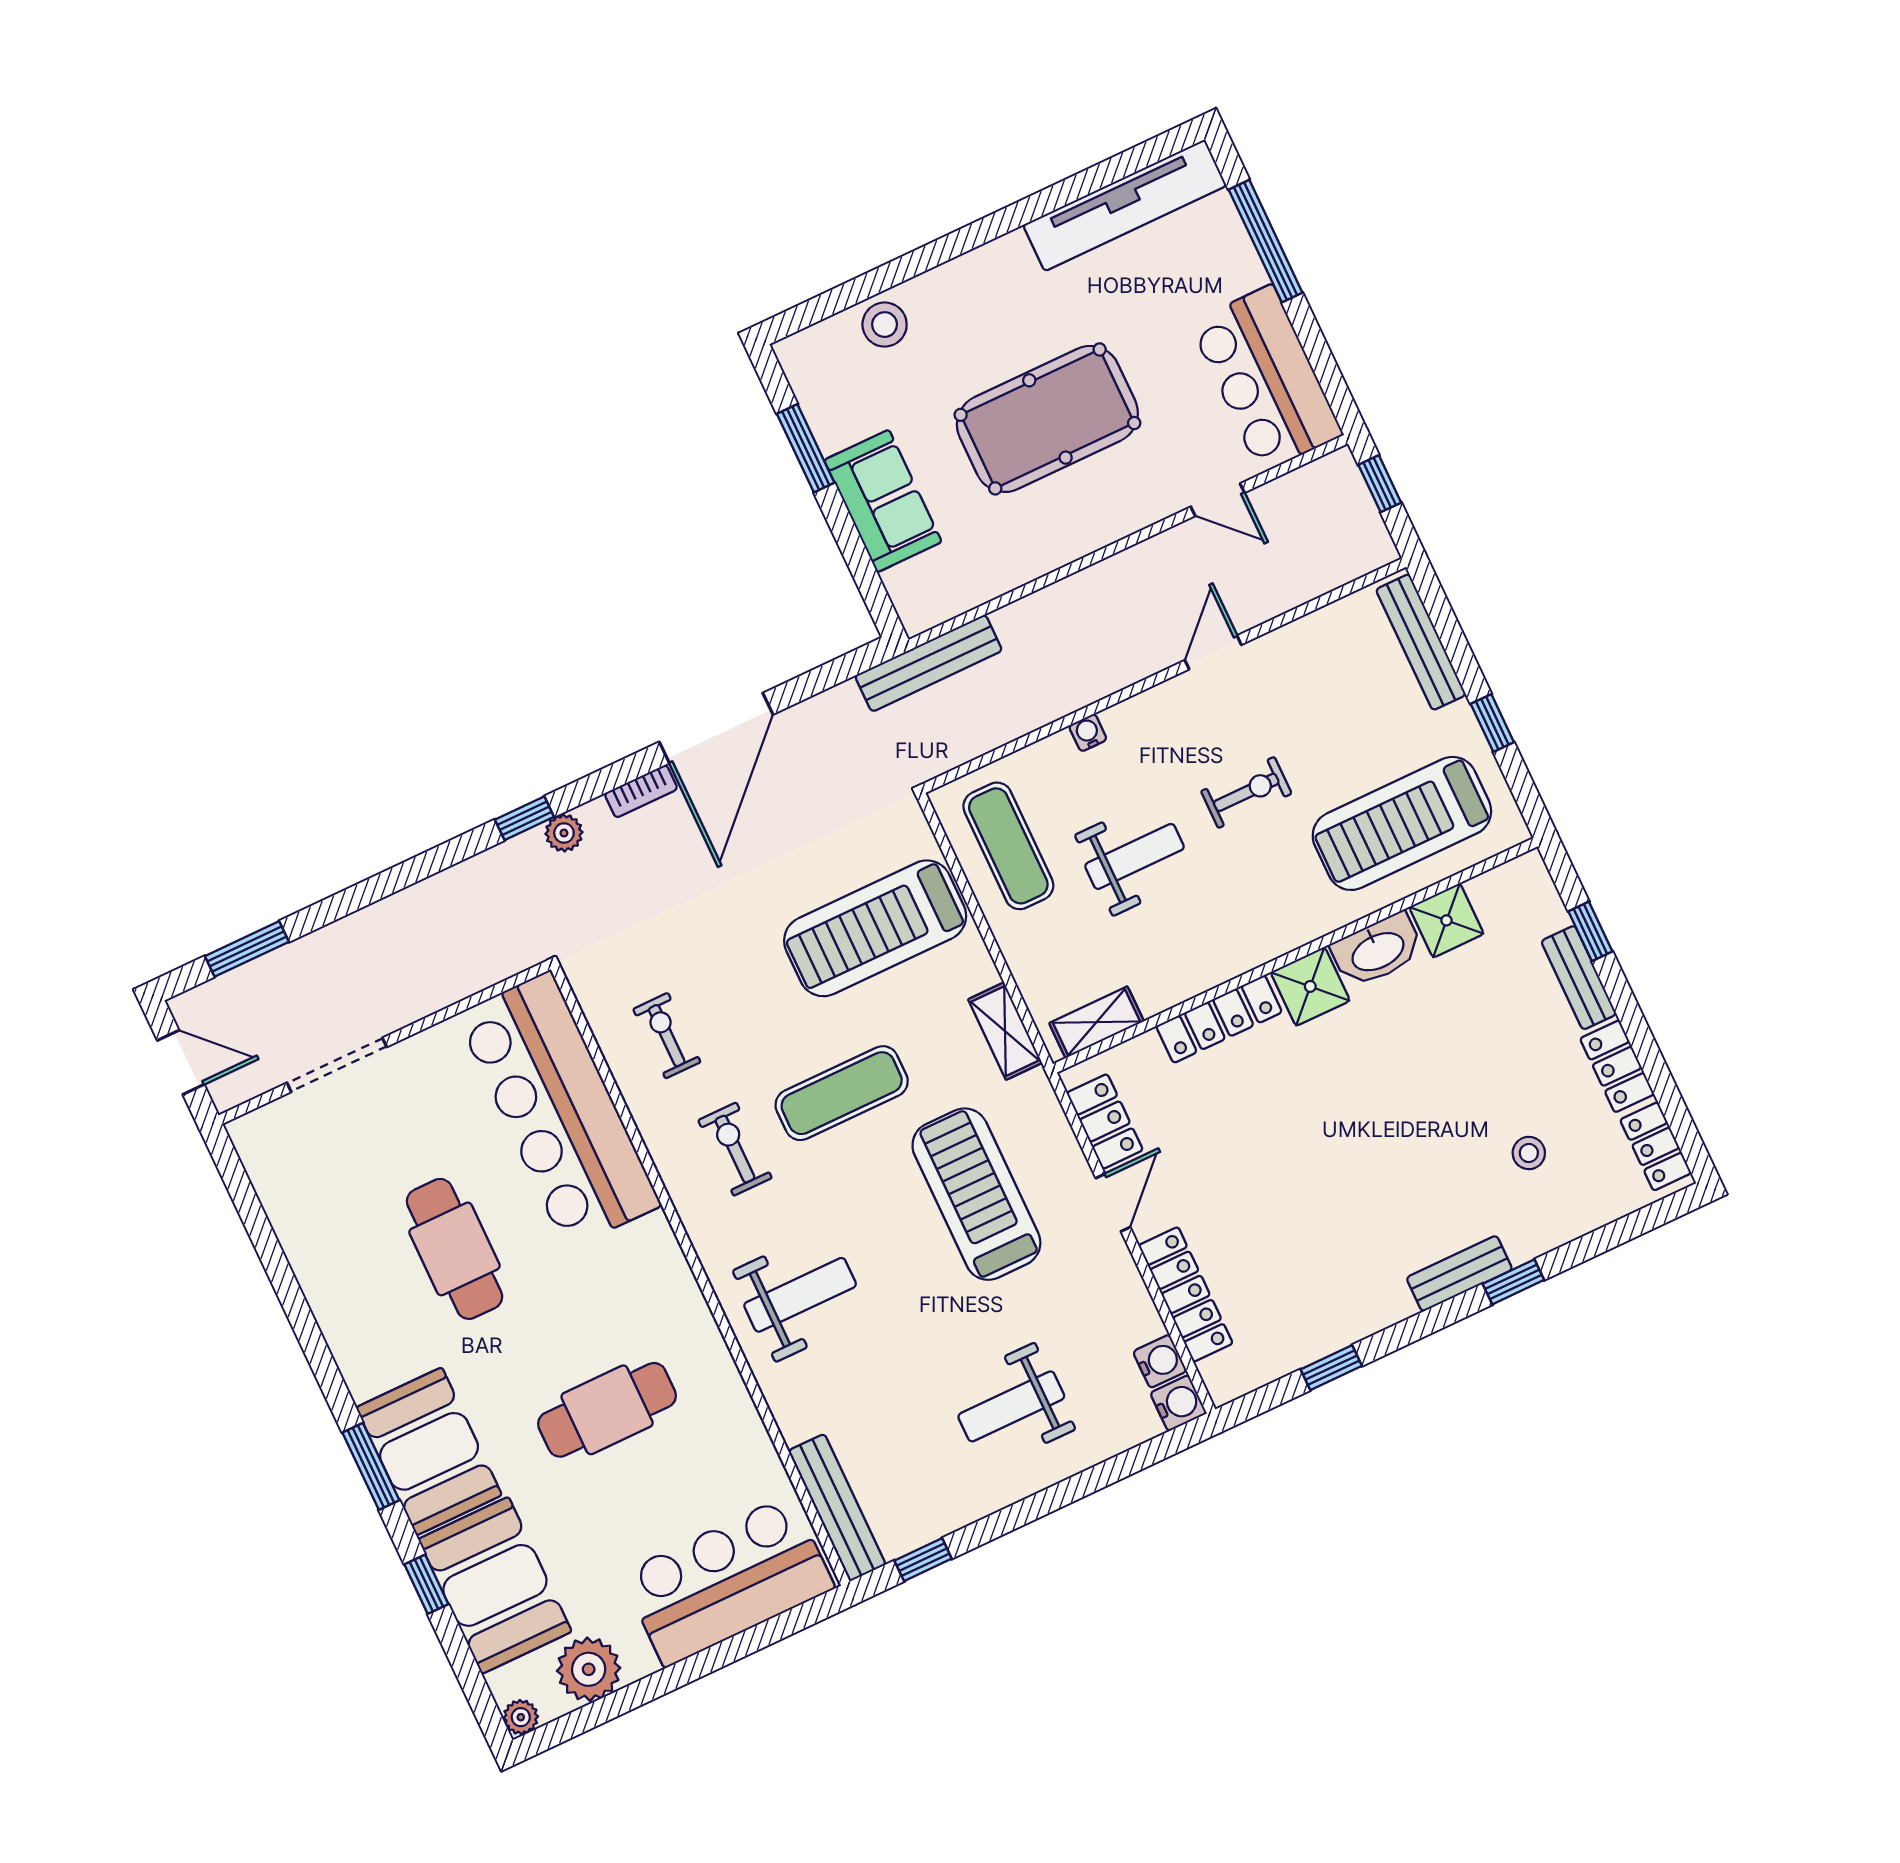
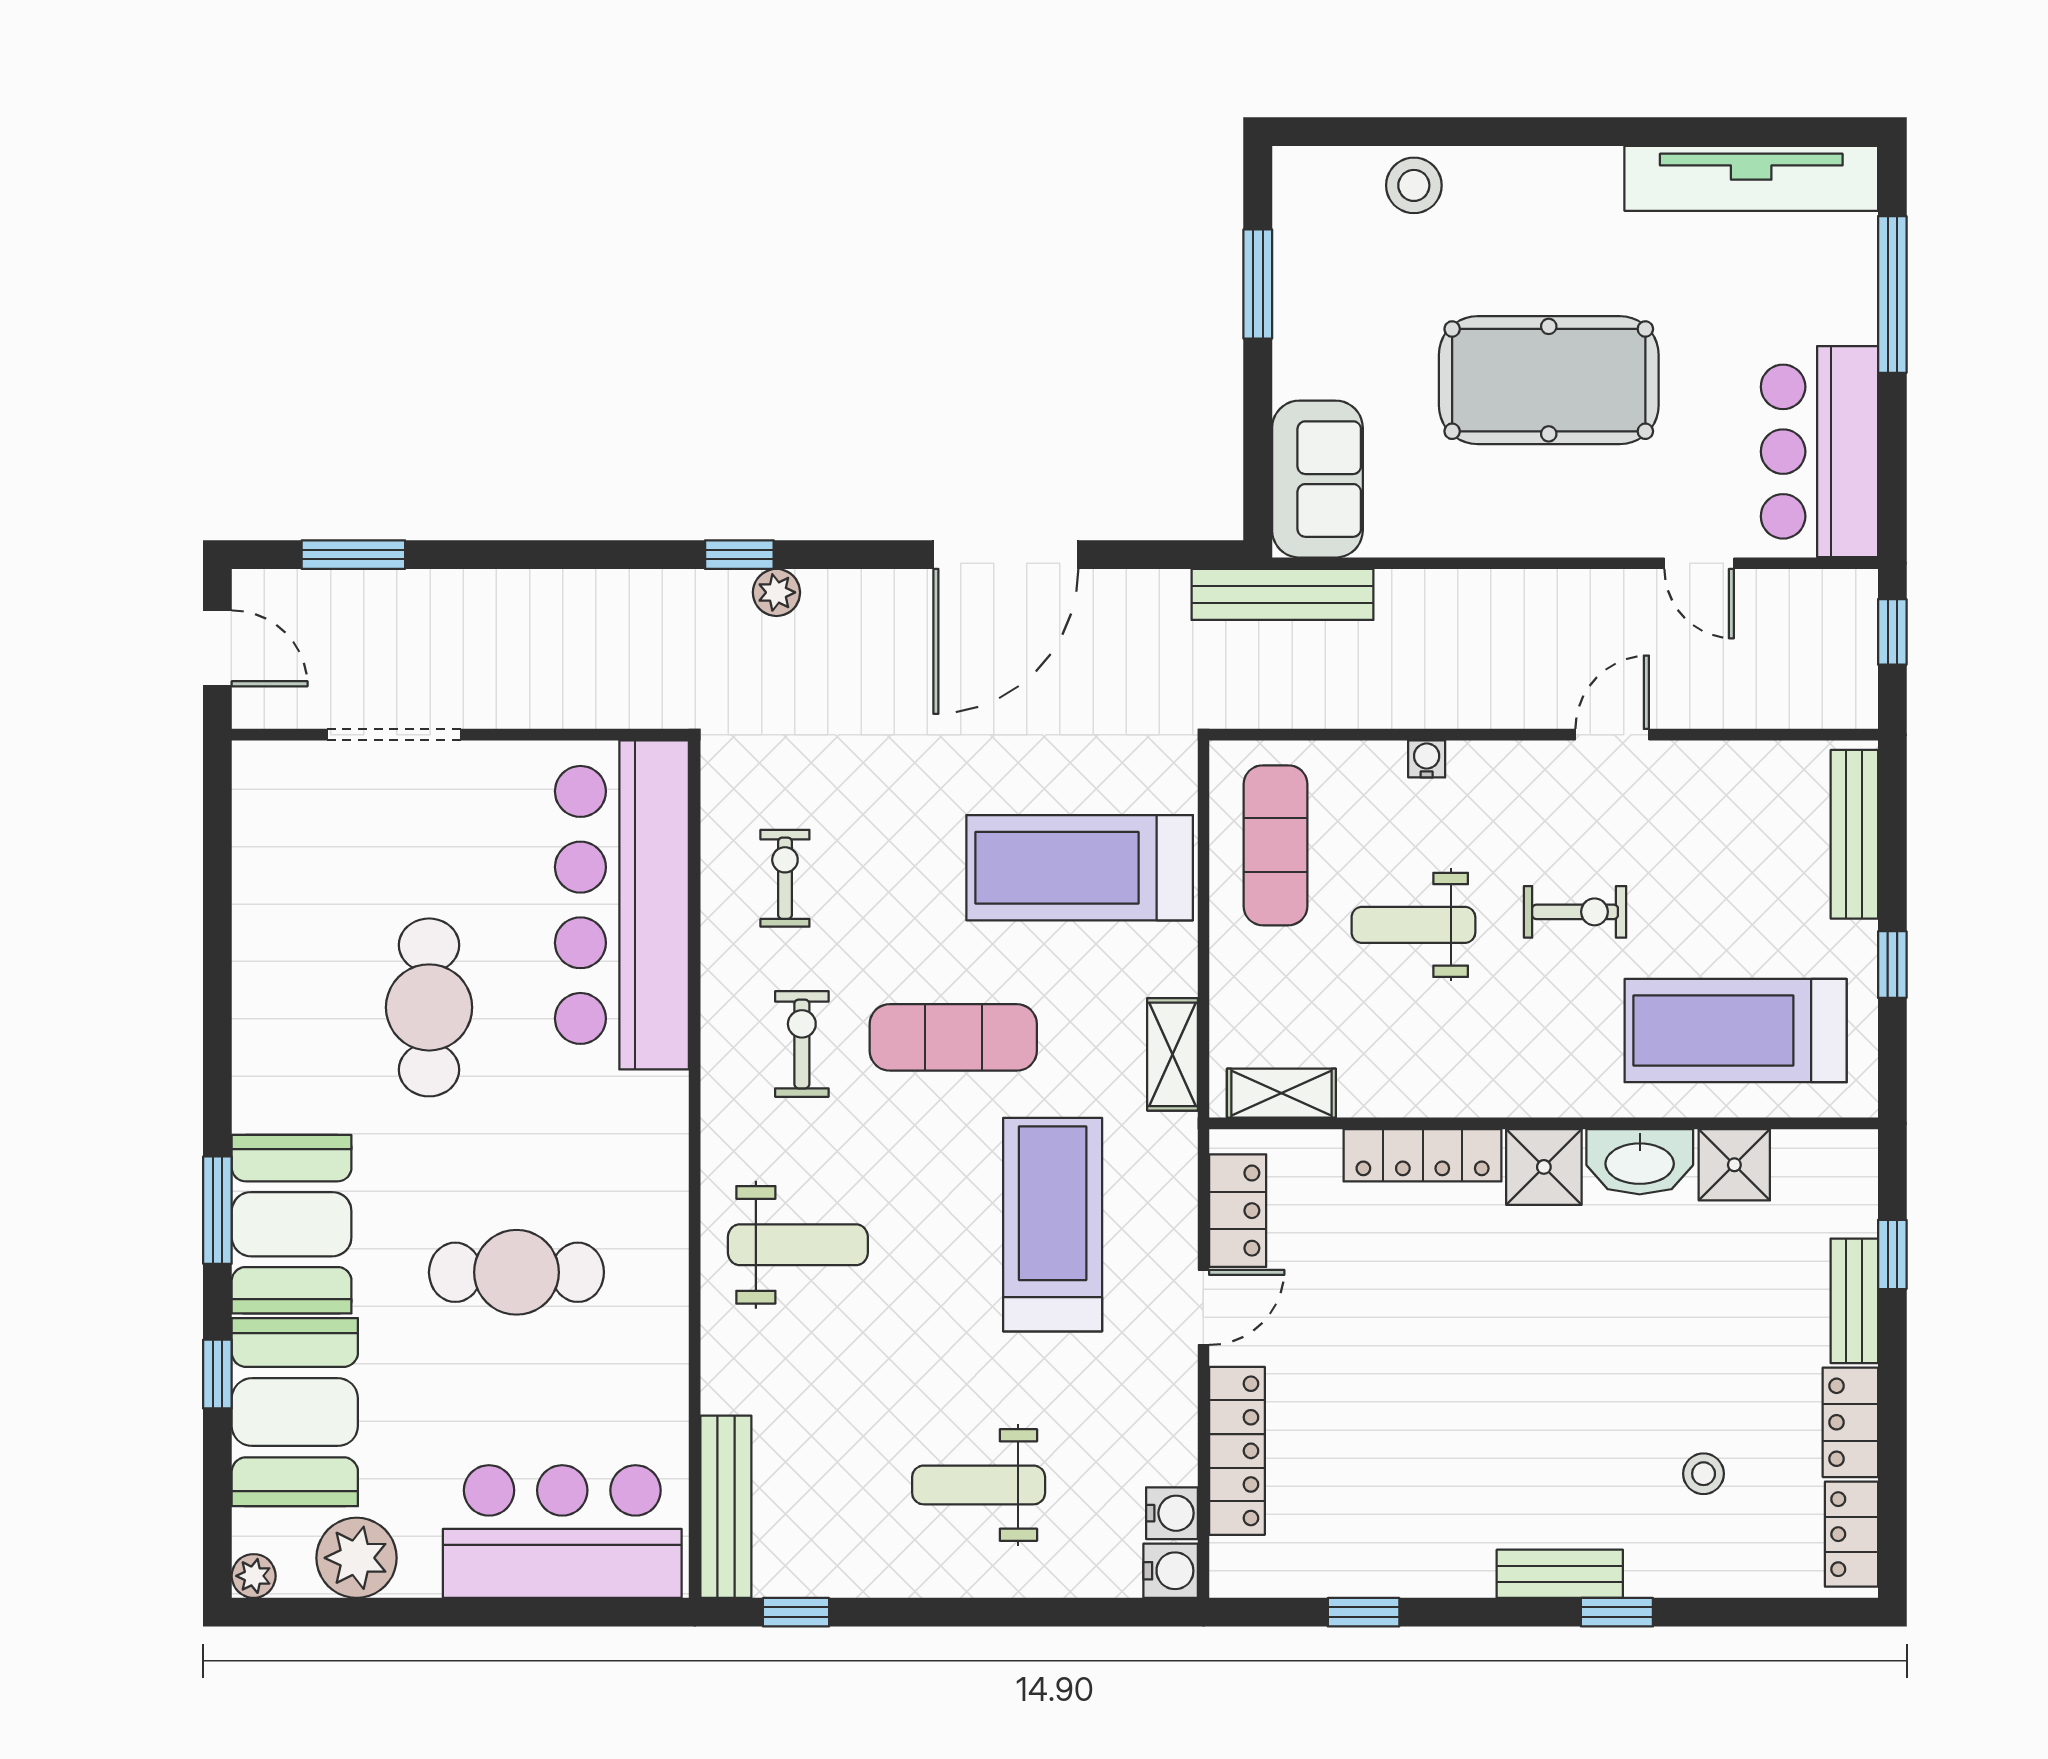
sofa: (883, 501) -> (1317, 479), moved
bookcase: (641, 791) -> (887, 586), removed
weight bench: (1134, 856) -> (1413, 925), turned 180

